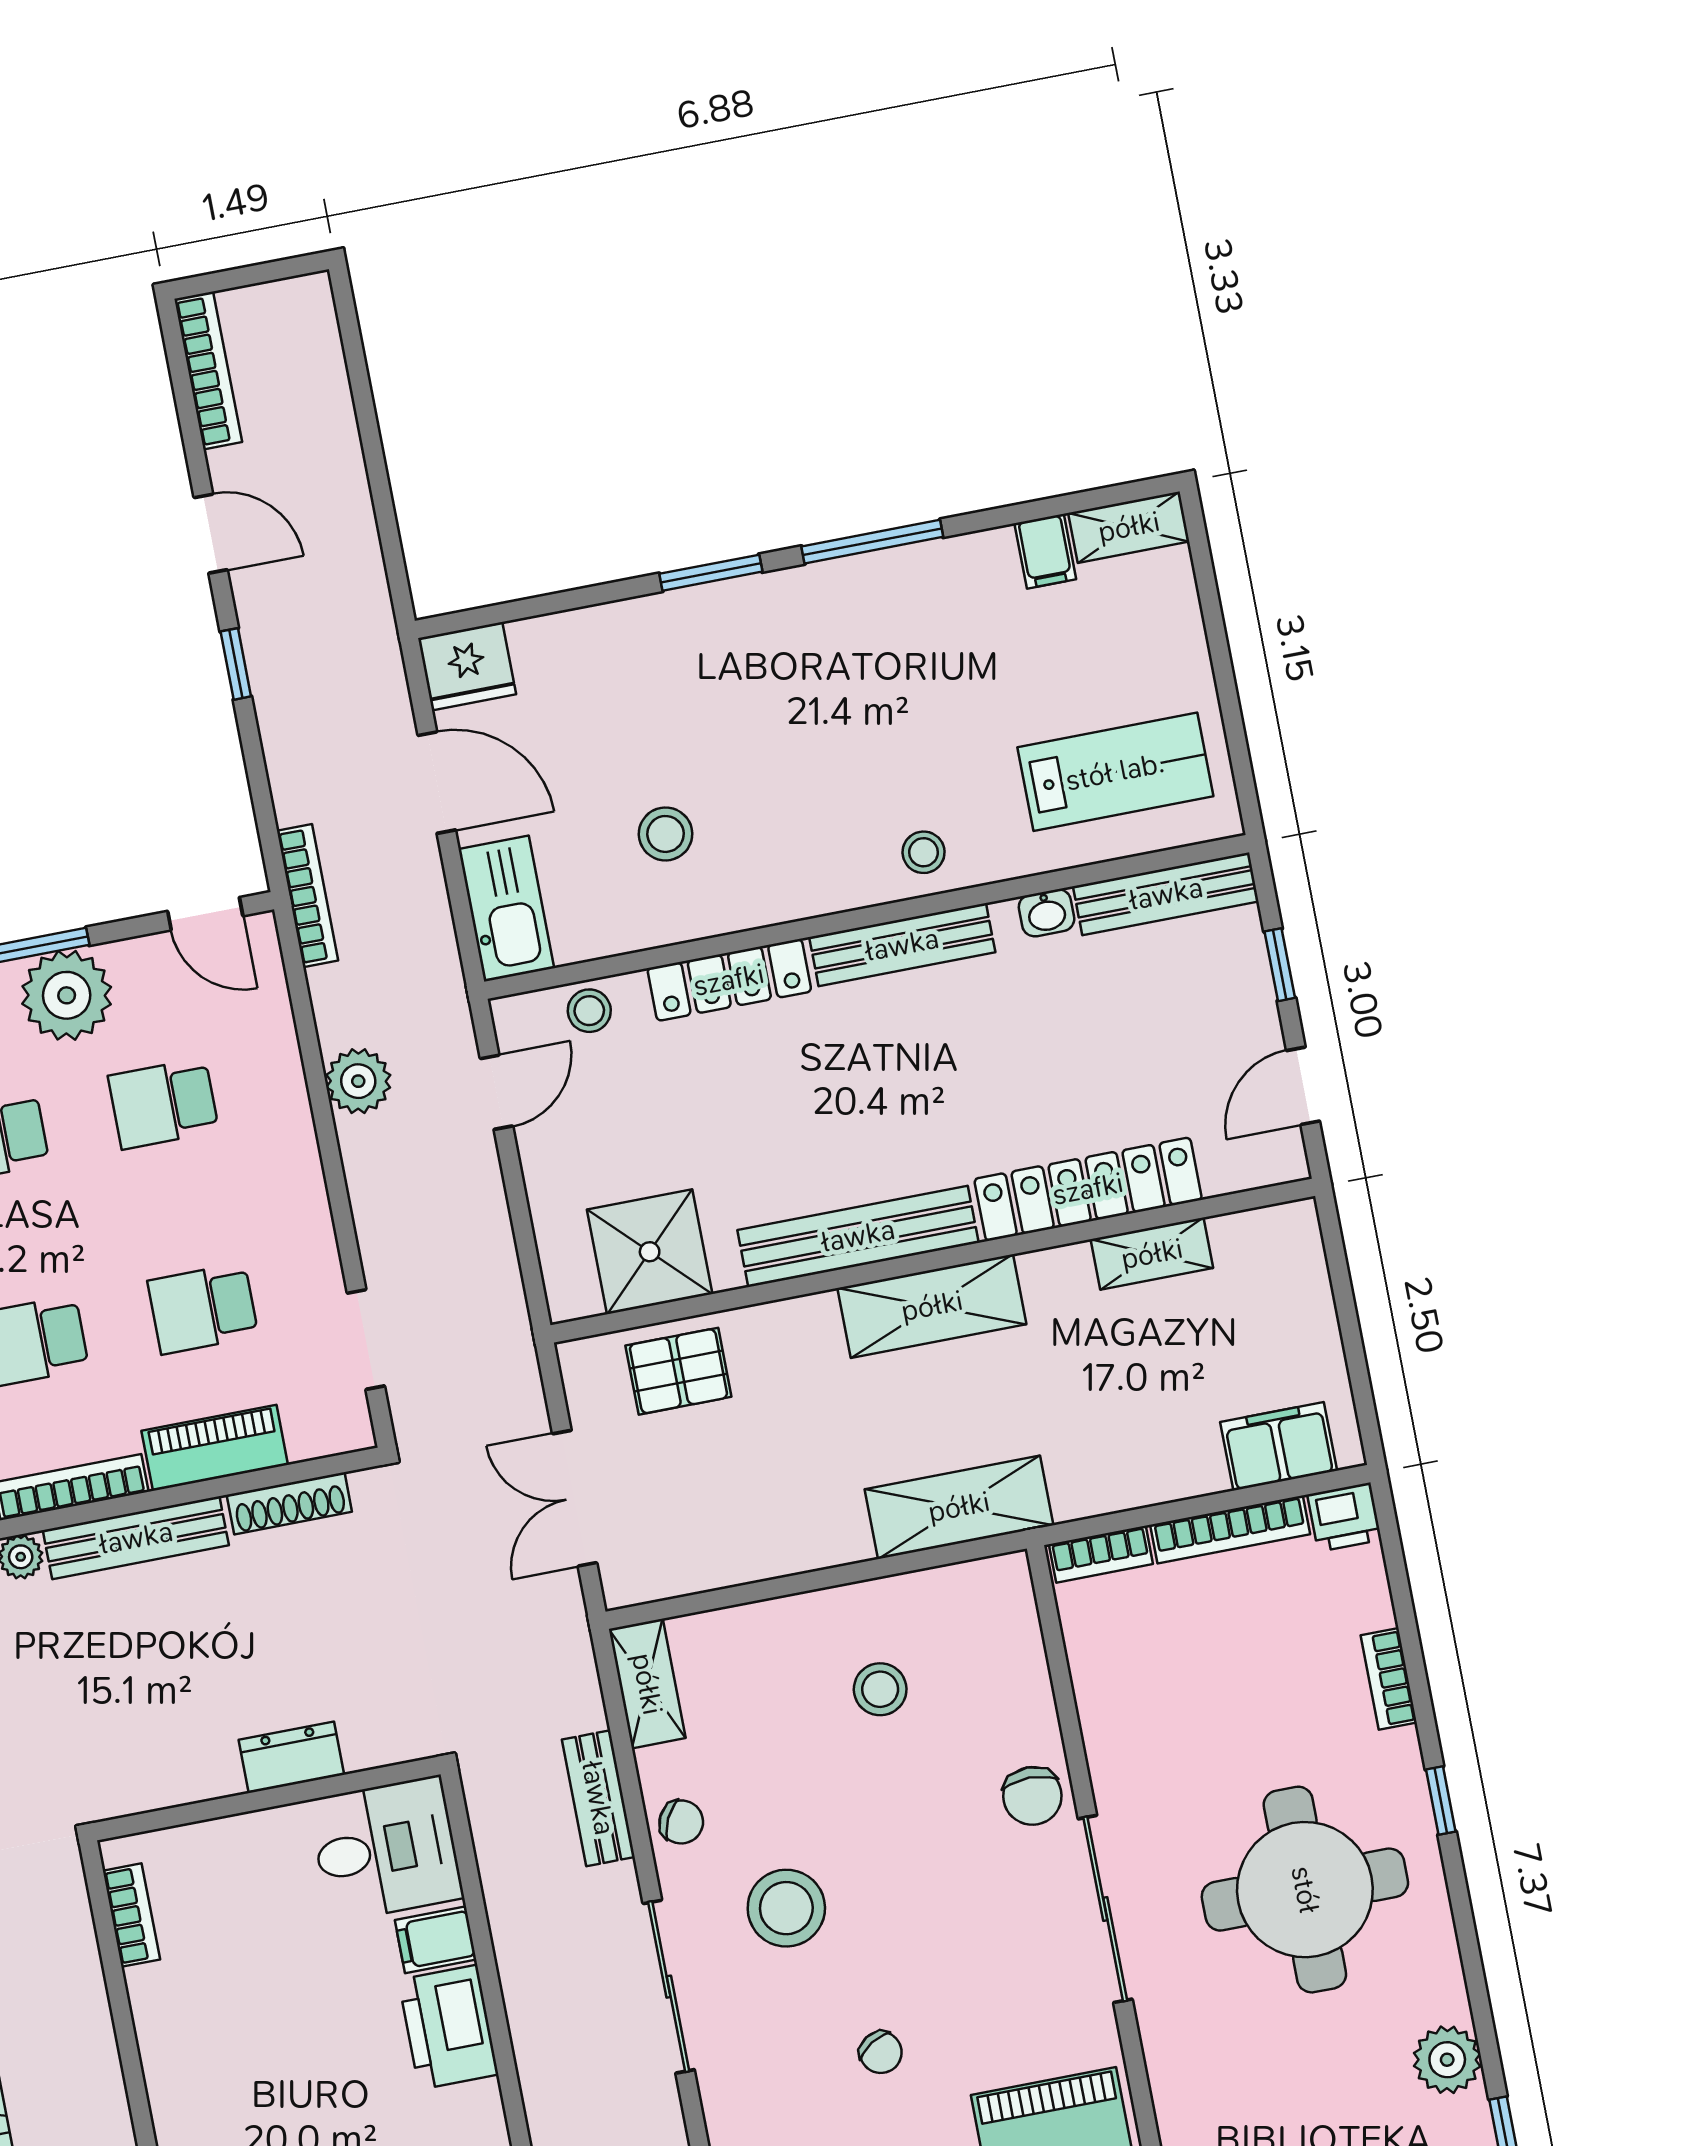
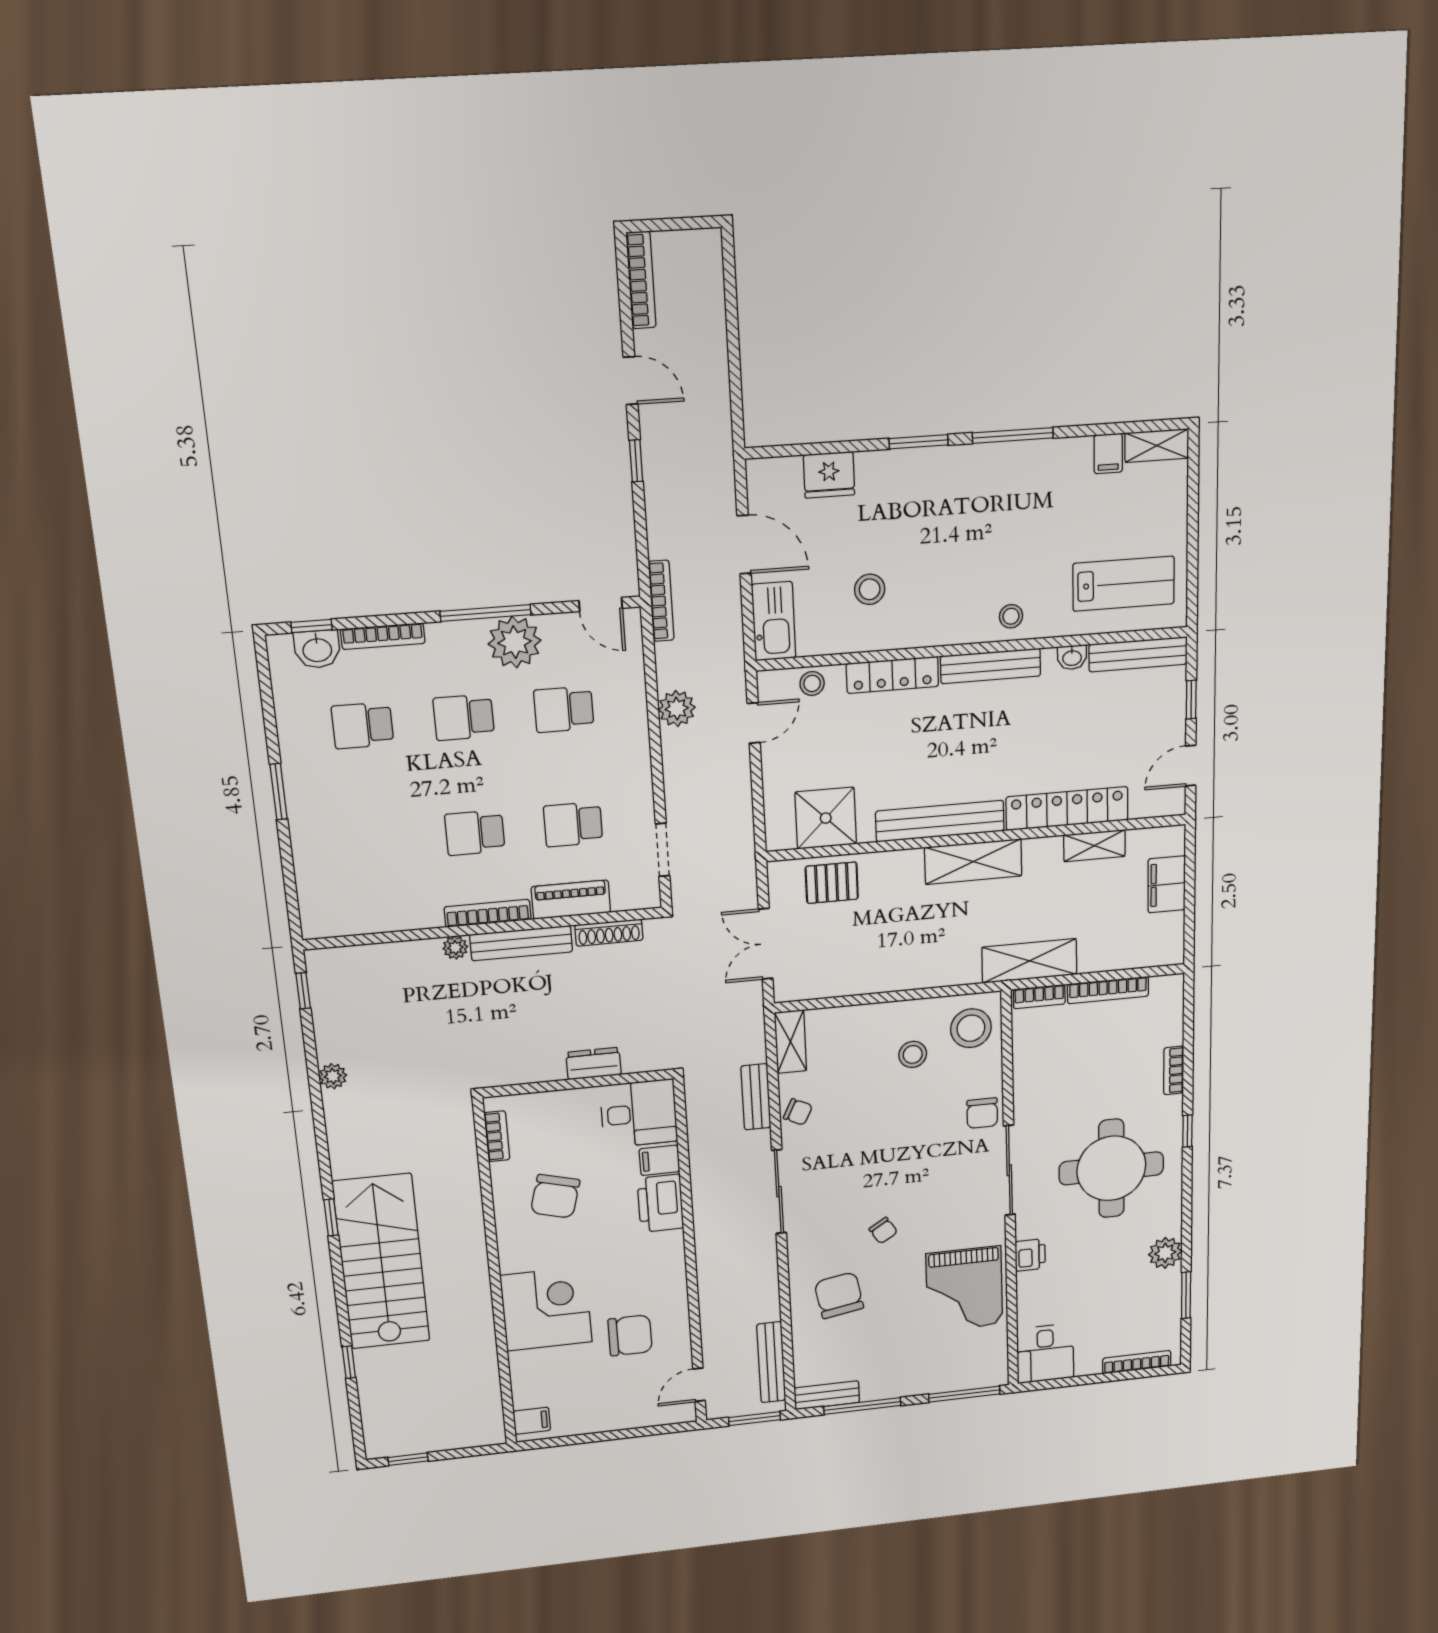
fridge: (467, 666) -> (829, 475), moved
filing cabinet: (1279, 1446) -> (1167, 884), moved, turned -90
shelving: (959, 1507) -> (1029, 961), moved
printer: (1344, 1517) -> (1030, 1255), moved, turned -90
stool: (786, 1908) -> (971, 1028), moved
chair: (251, 2028) -> (555, 1196), added

